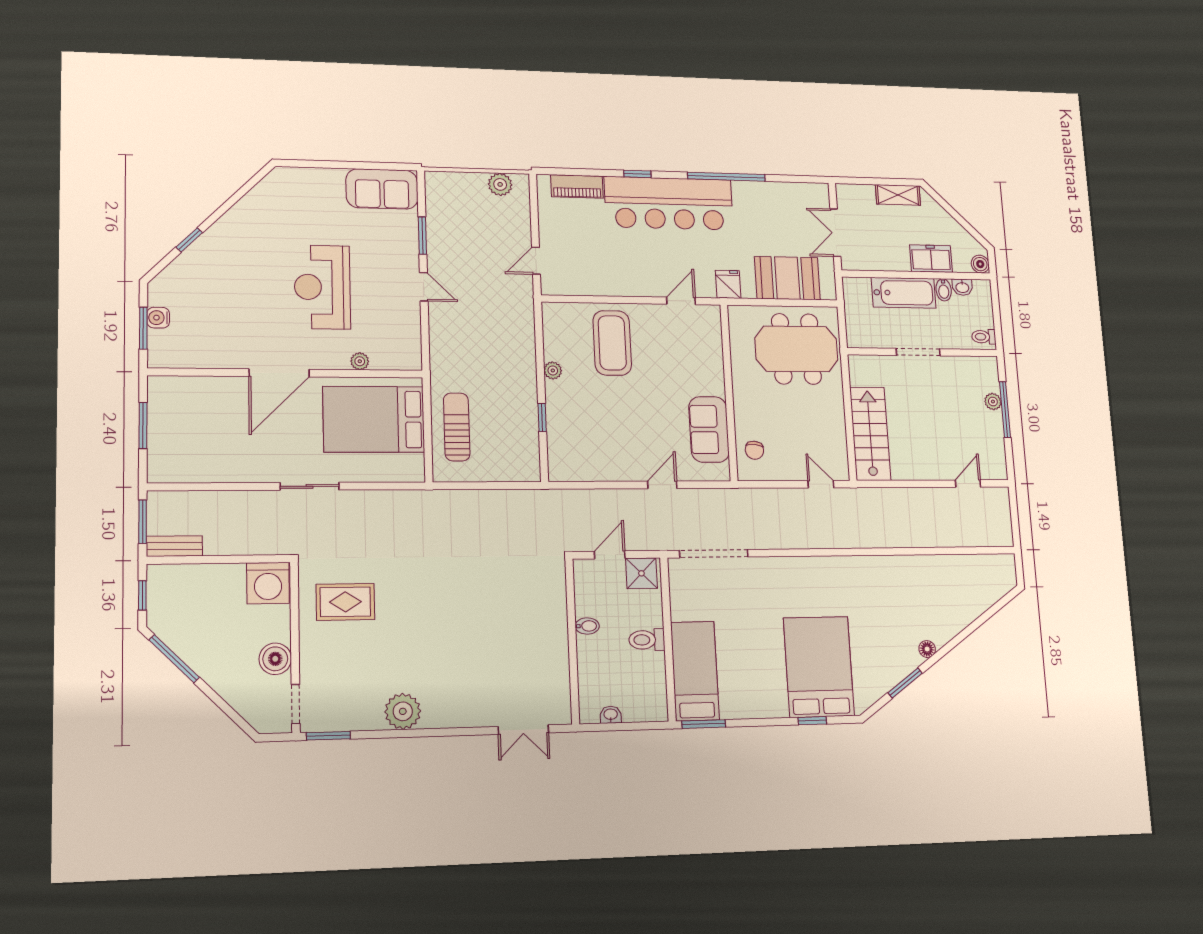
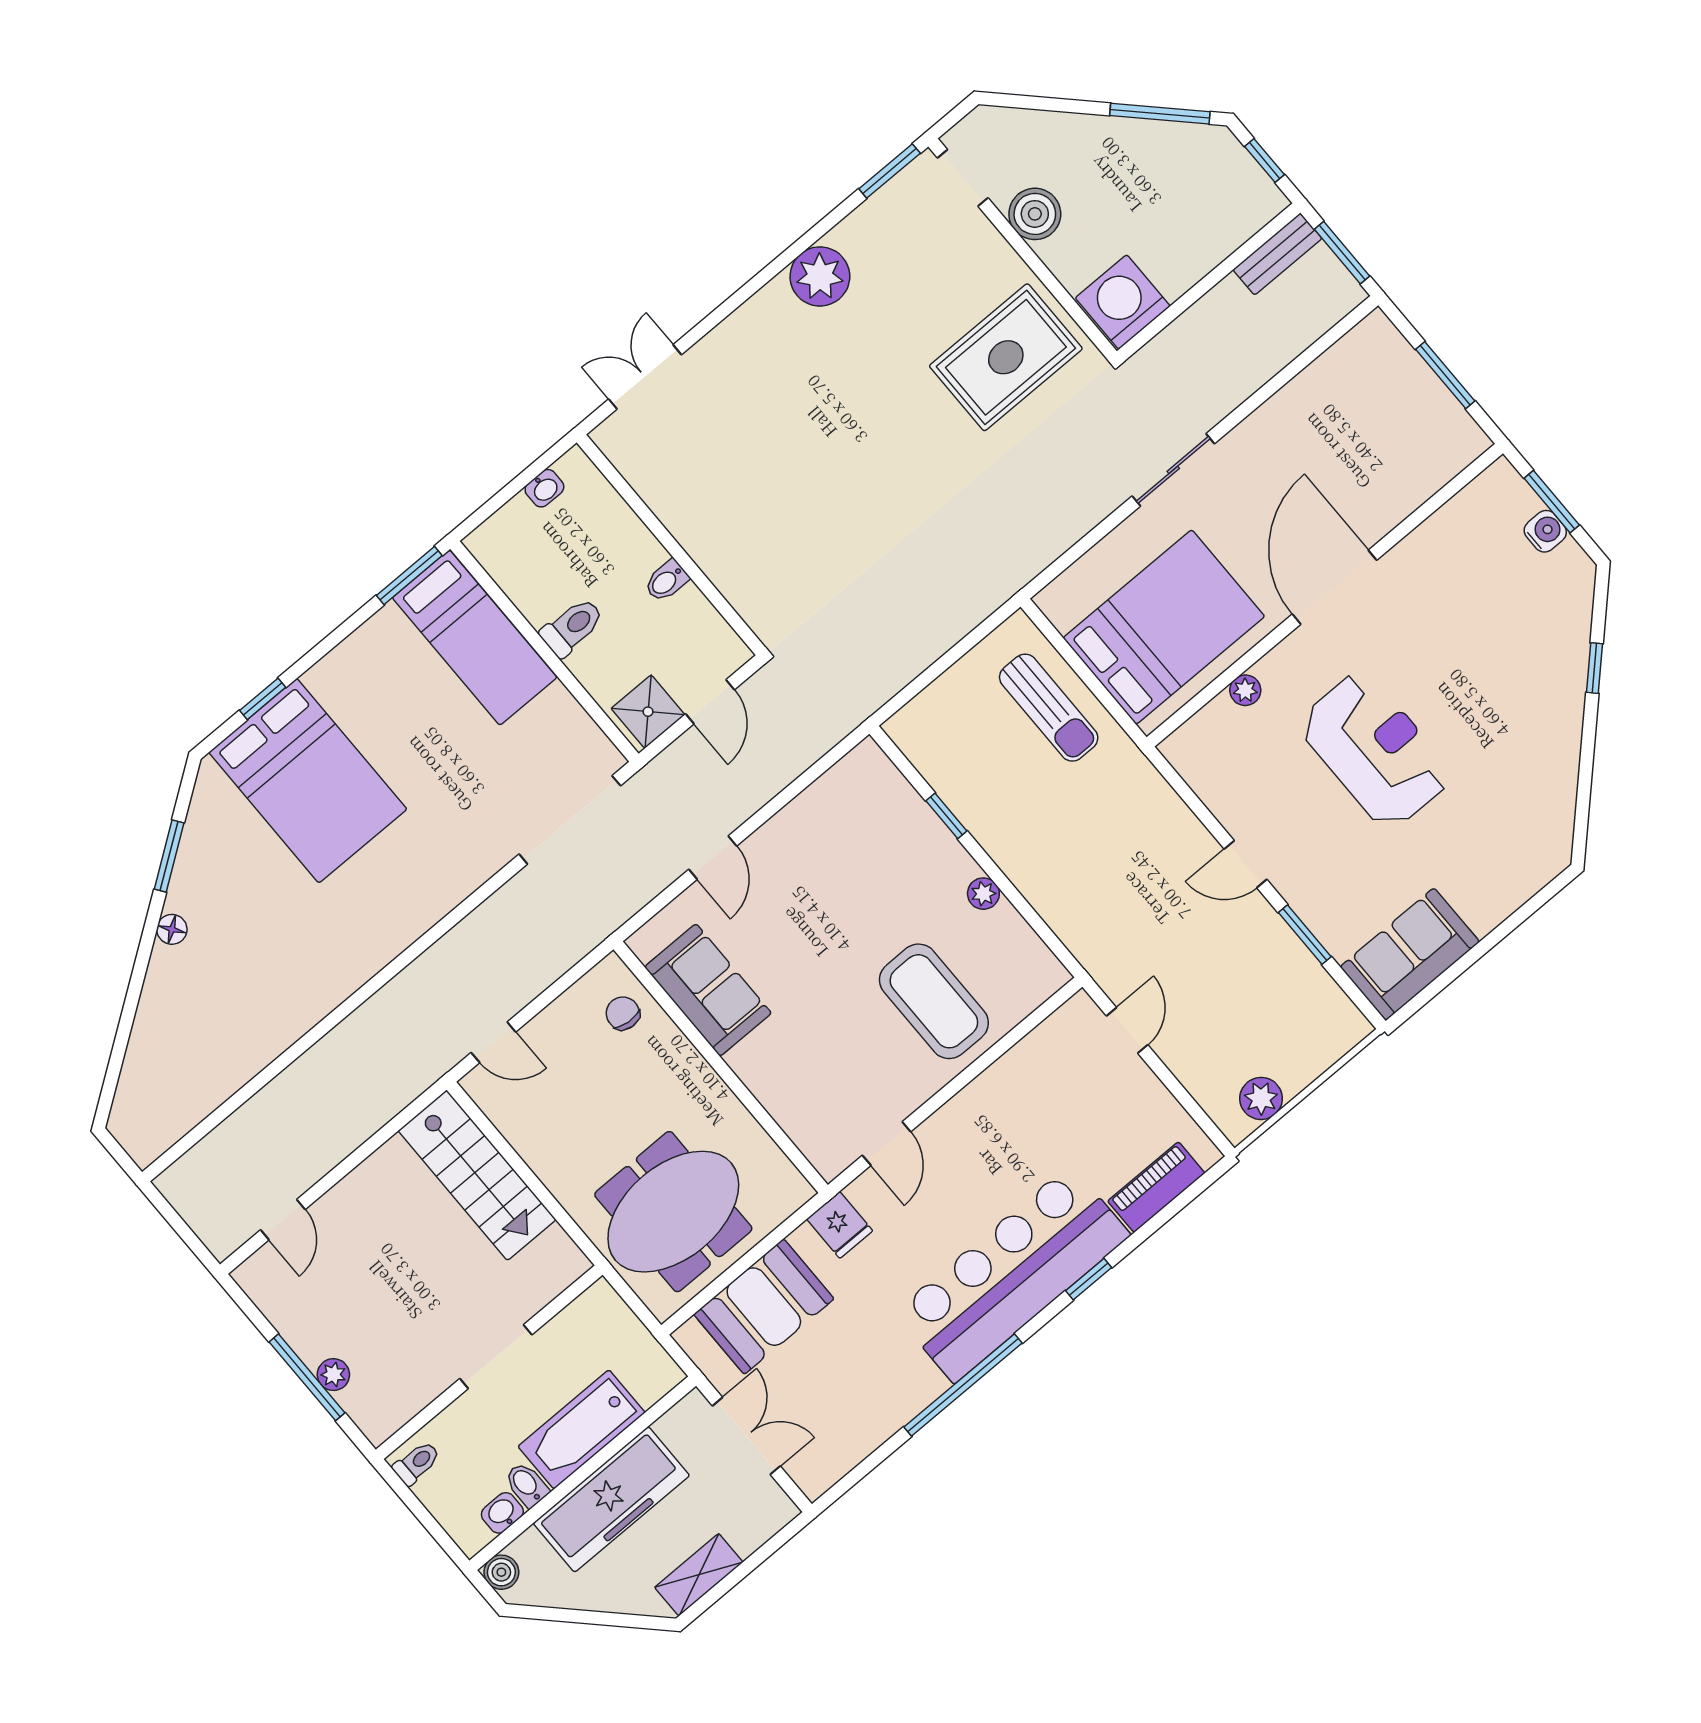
freezer: (931, 259) -> (611, 1499), width x1.91, depth x1.26
rug: (345, 602) -> (1006, 357), width x1.36, depth x1.43

